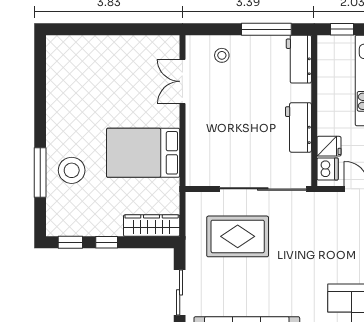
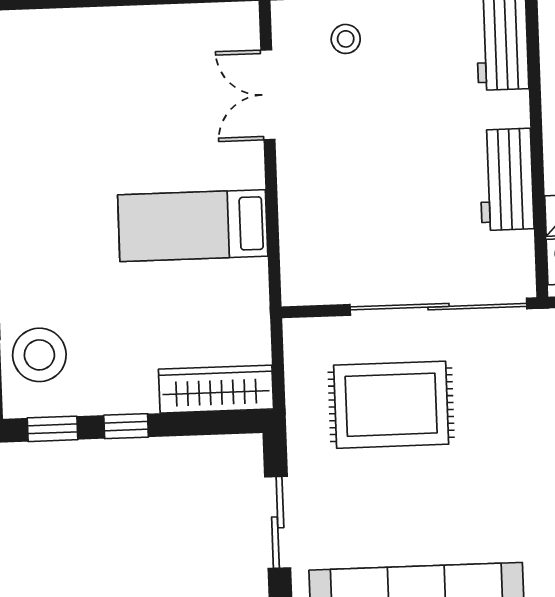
bed: (143, 153) -> (193, 226), width x0.67
stool: (72, 170) -> (39, 355), moved

